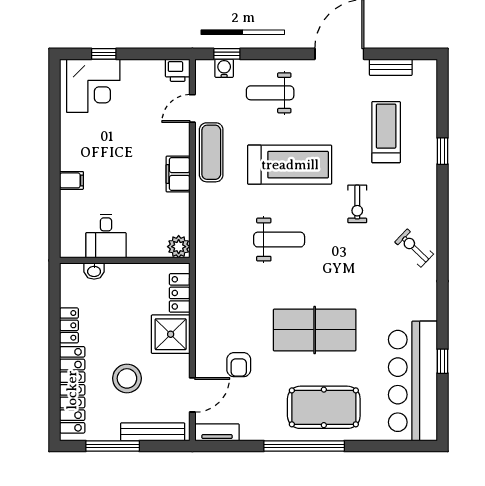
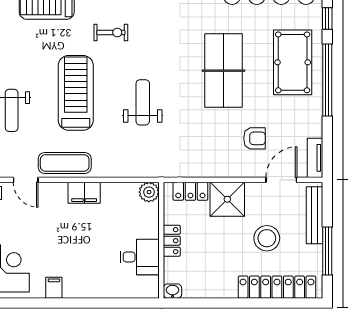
filing cabinet: (72, 180) -> (54, 288), moved
washbasin: (94, 271) -> (173, 291), moved, turned -90
locker: (69, 325) -> (172, 241), moved, turned 90
door: (192, 395) -> (281, 180), hinge flipped
window: (373, 446) -> (327, 18), added

